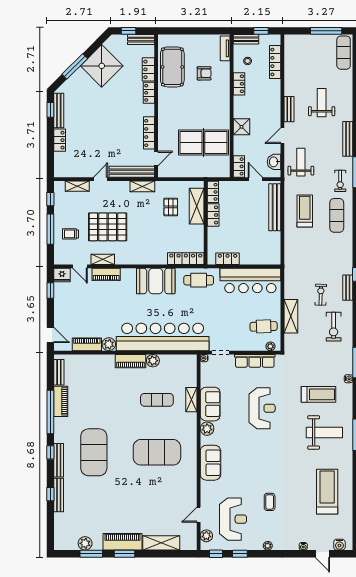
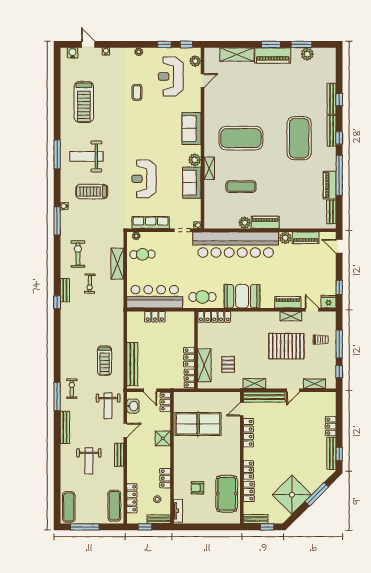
exercise mat: (337, 215) -> (114, 506), moved
locker: (228, 259) -> (155, 317), moved
shelving: (191, 400) -> (209, 168), moved

